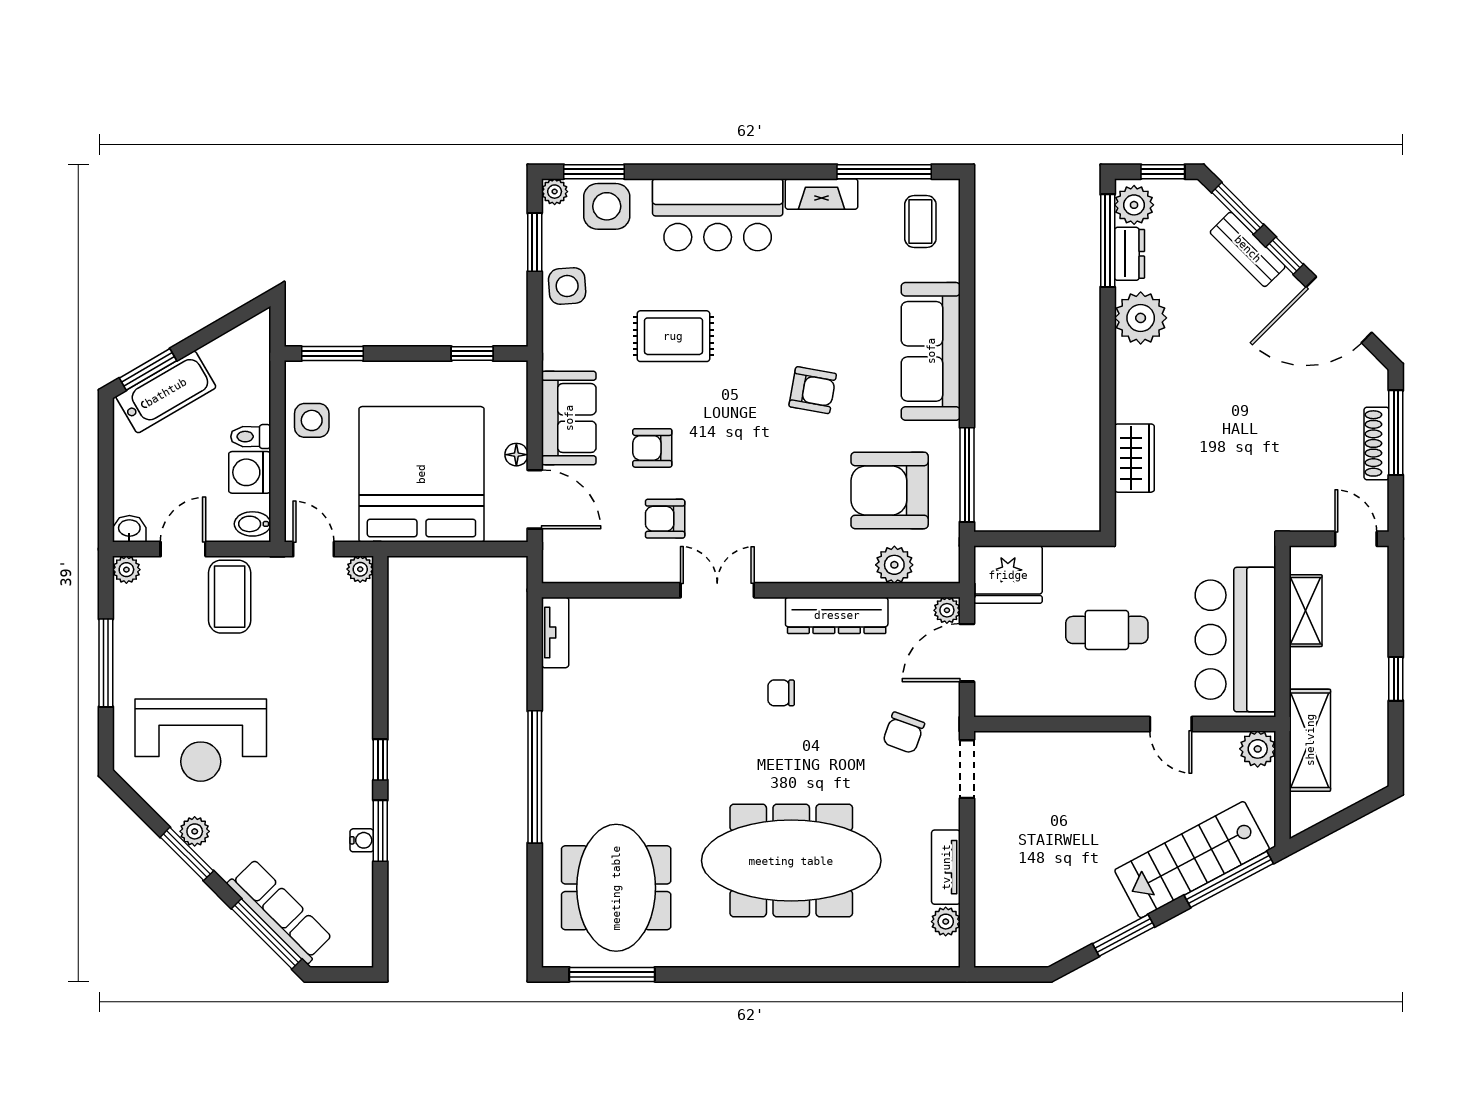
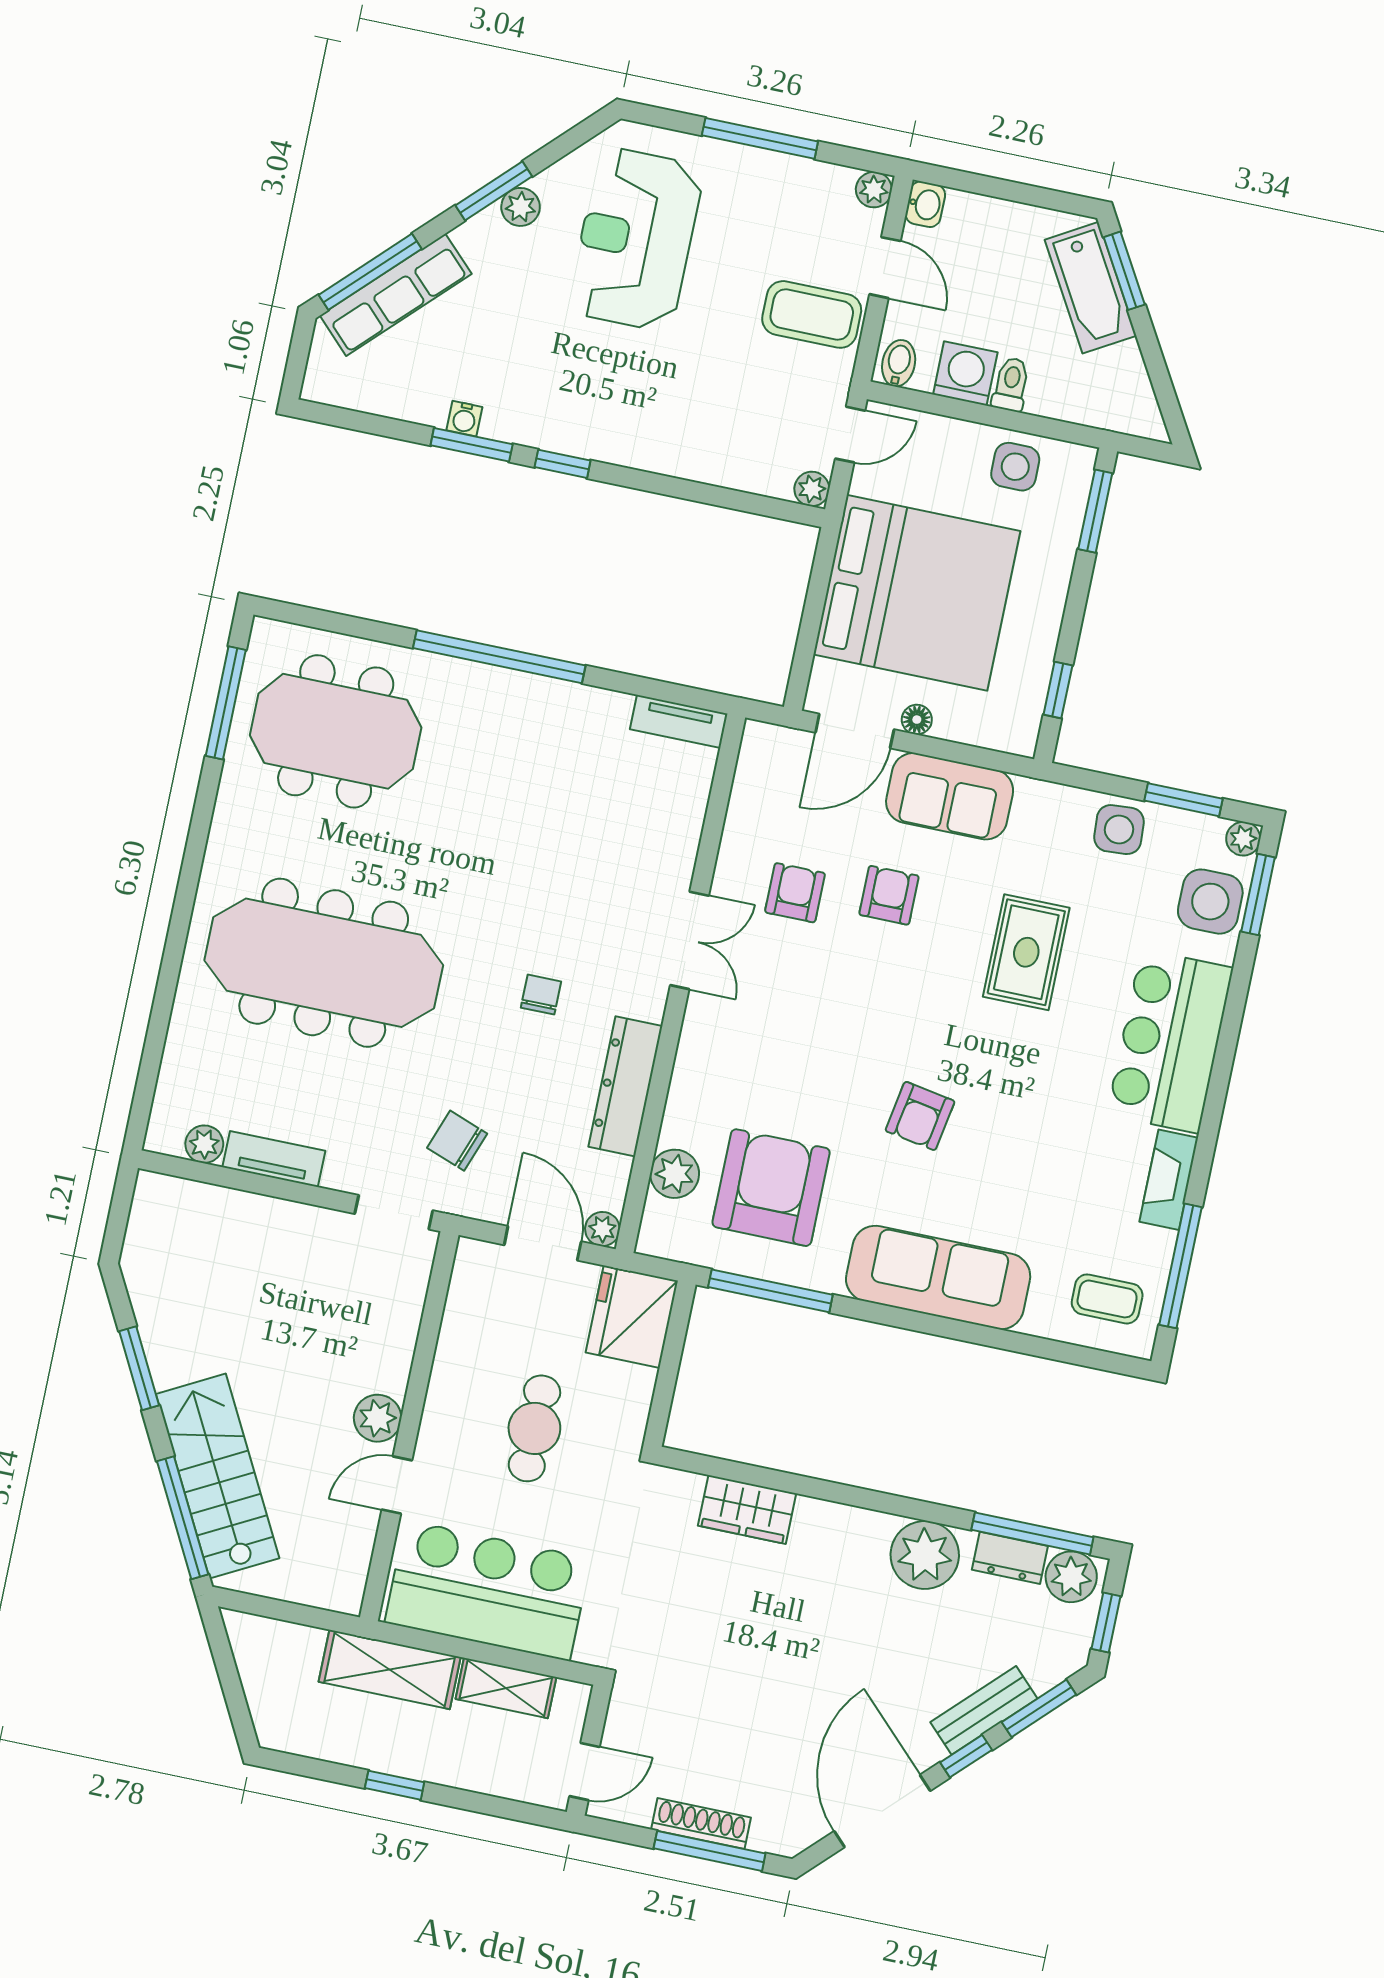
shelving: (1310, 740) -> (390, 1669), moved
plant: (1258, 749) -> (378, 1418), moved
meeting table: (791, 861) -> (324, 963), turned 90

